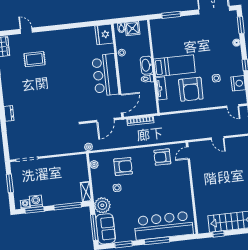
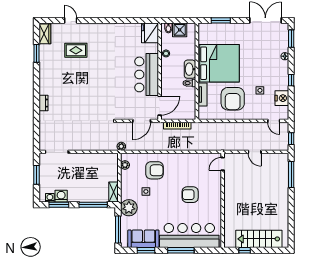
bed: (174, 66) -> (219, 63), width x2.04
armchair: (162, 157) -> (190, 195), moved
sofa: (106, 229) -> (143, 239), moved, turned -90

